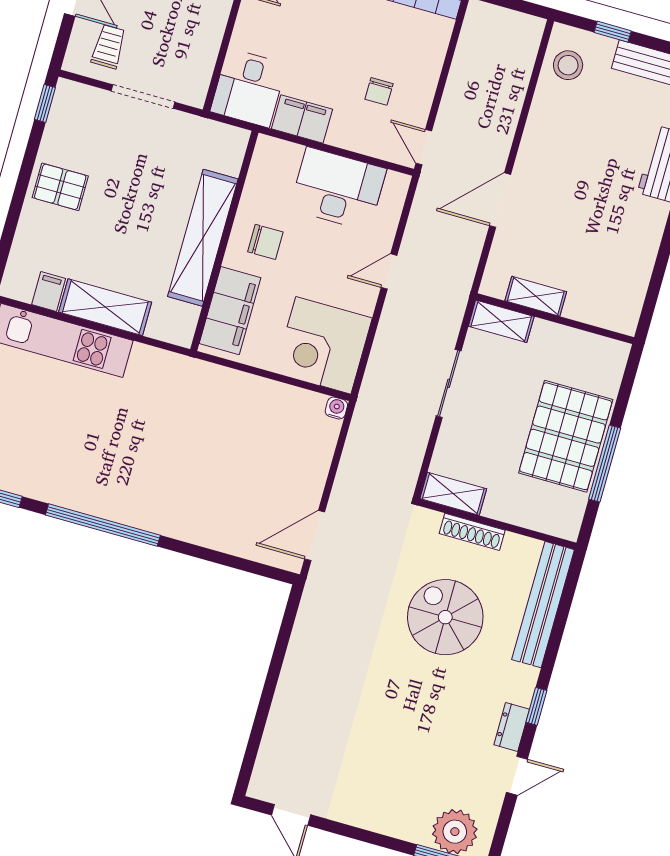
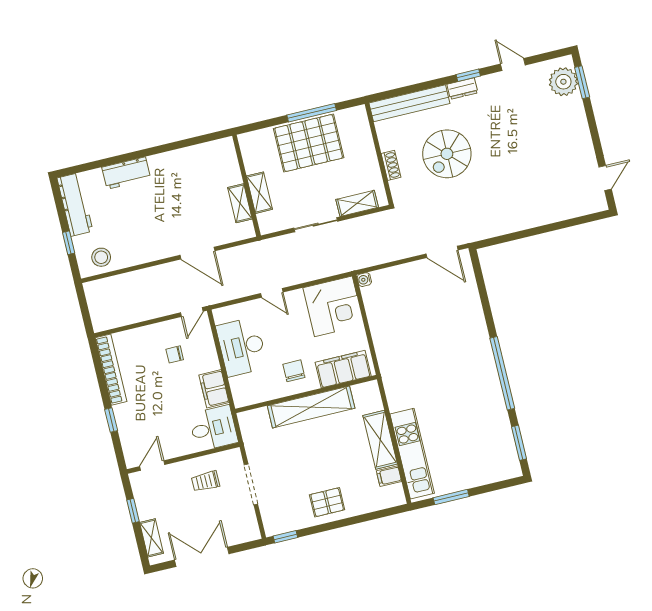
trolley: (109, 47) -> (205, 481), moved
chair: (379, 91) -> (175, 354), turned 180
pallet: (60, 187) -> (327, 502), turned 90
shelving: (501, 321) -> (259, 193), moved
shelving: (453, 494) -> (357, 203), moved, turned 90
shoe rack: (472, 532) -> (391, 165), width x0.70
dresser: (512, 727) -> (462, 89), moved

